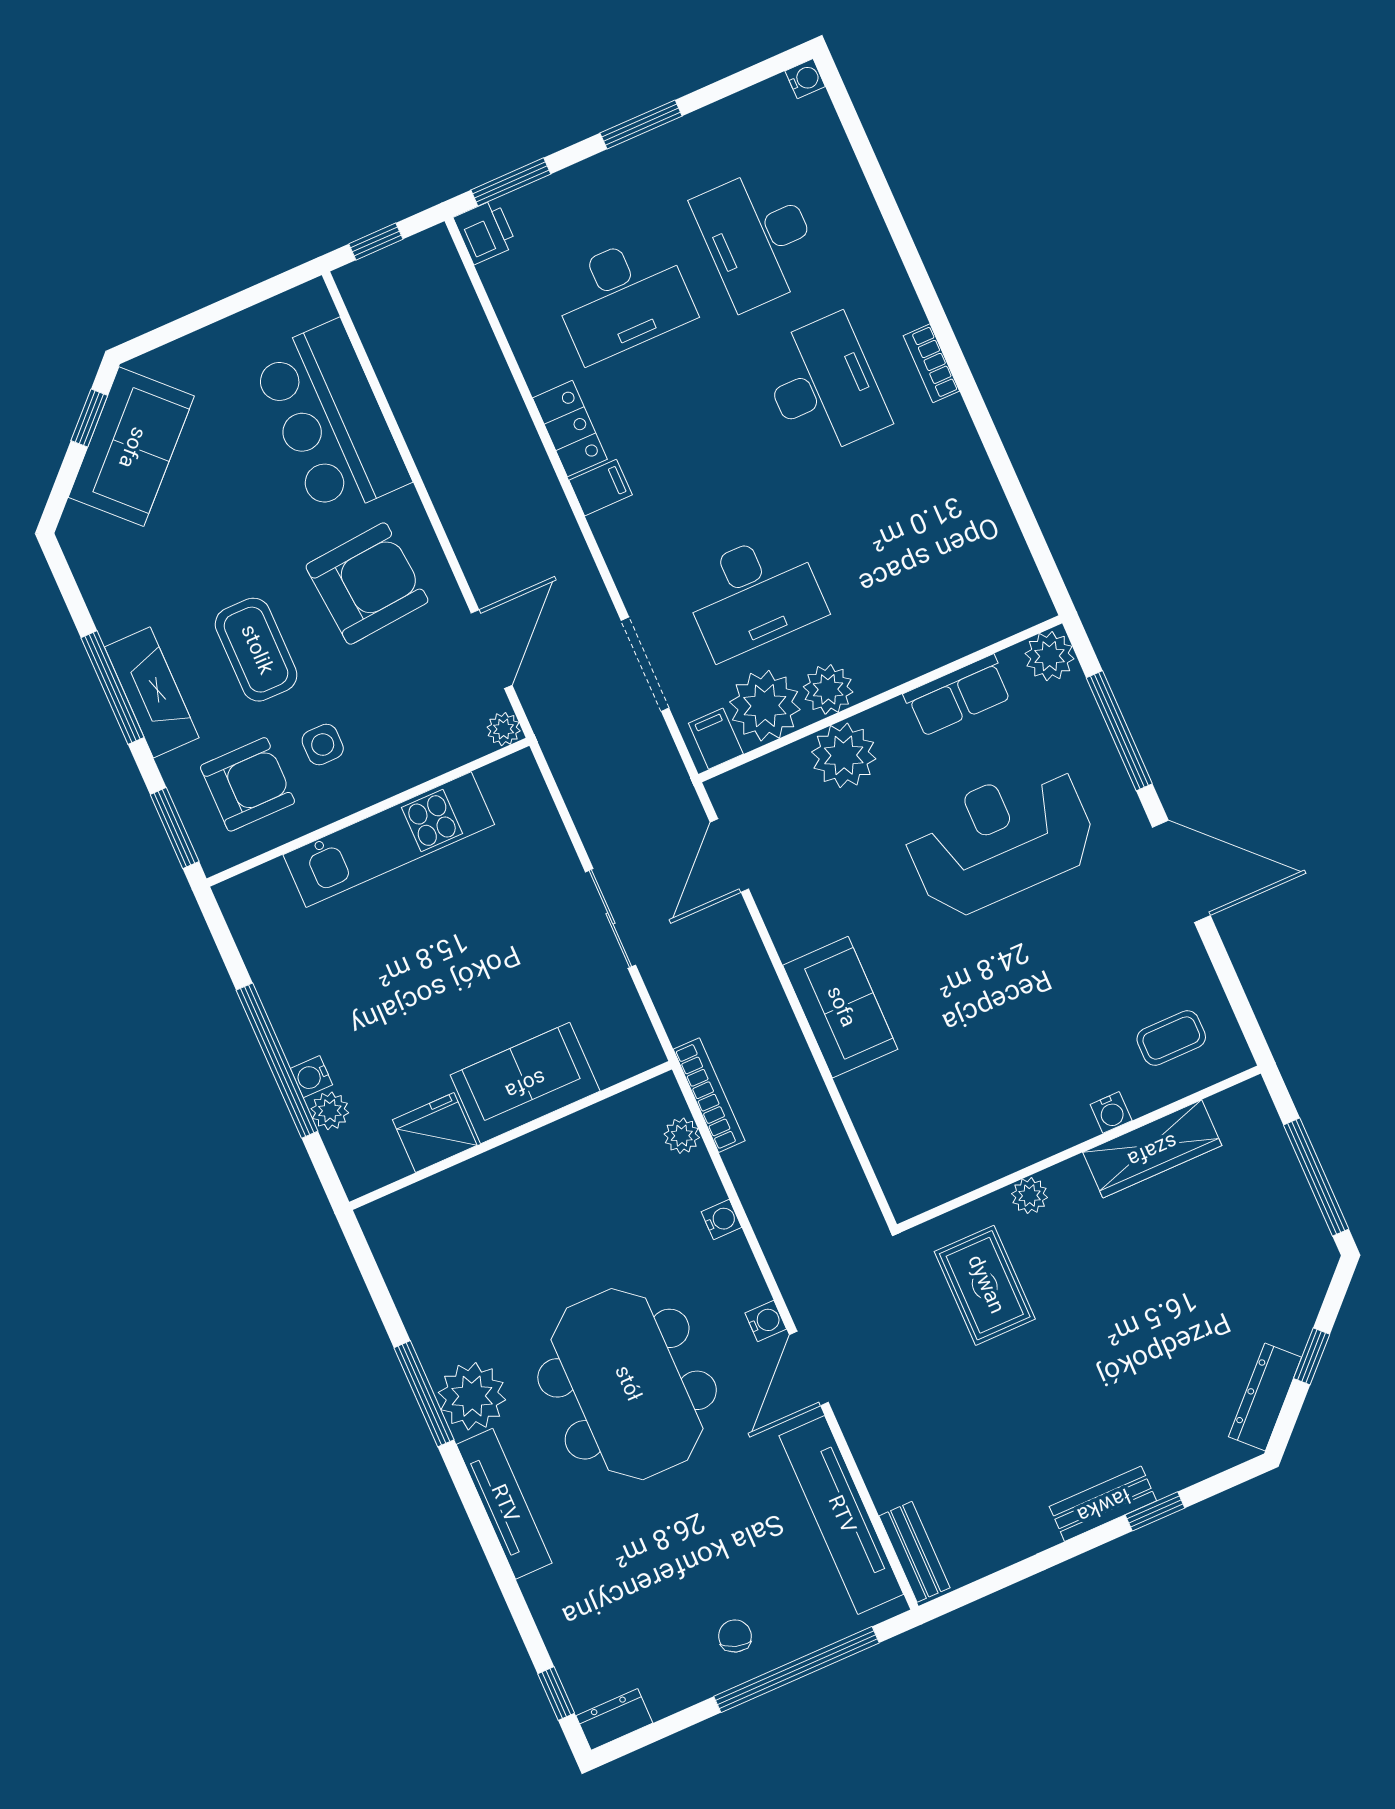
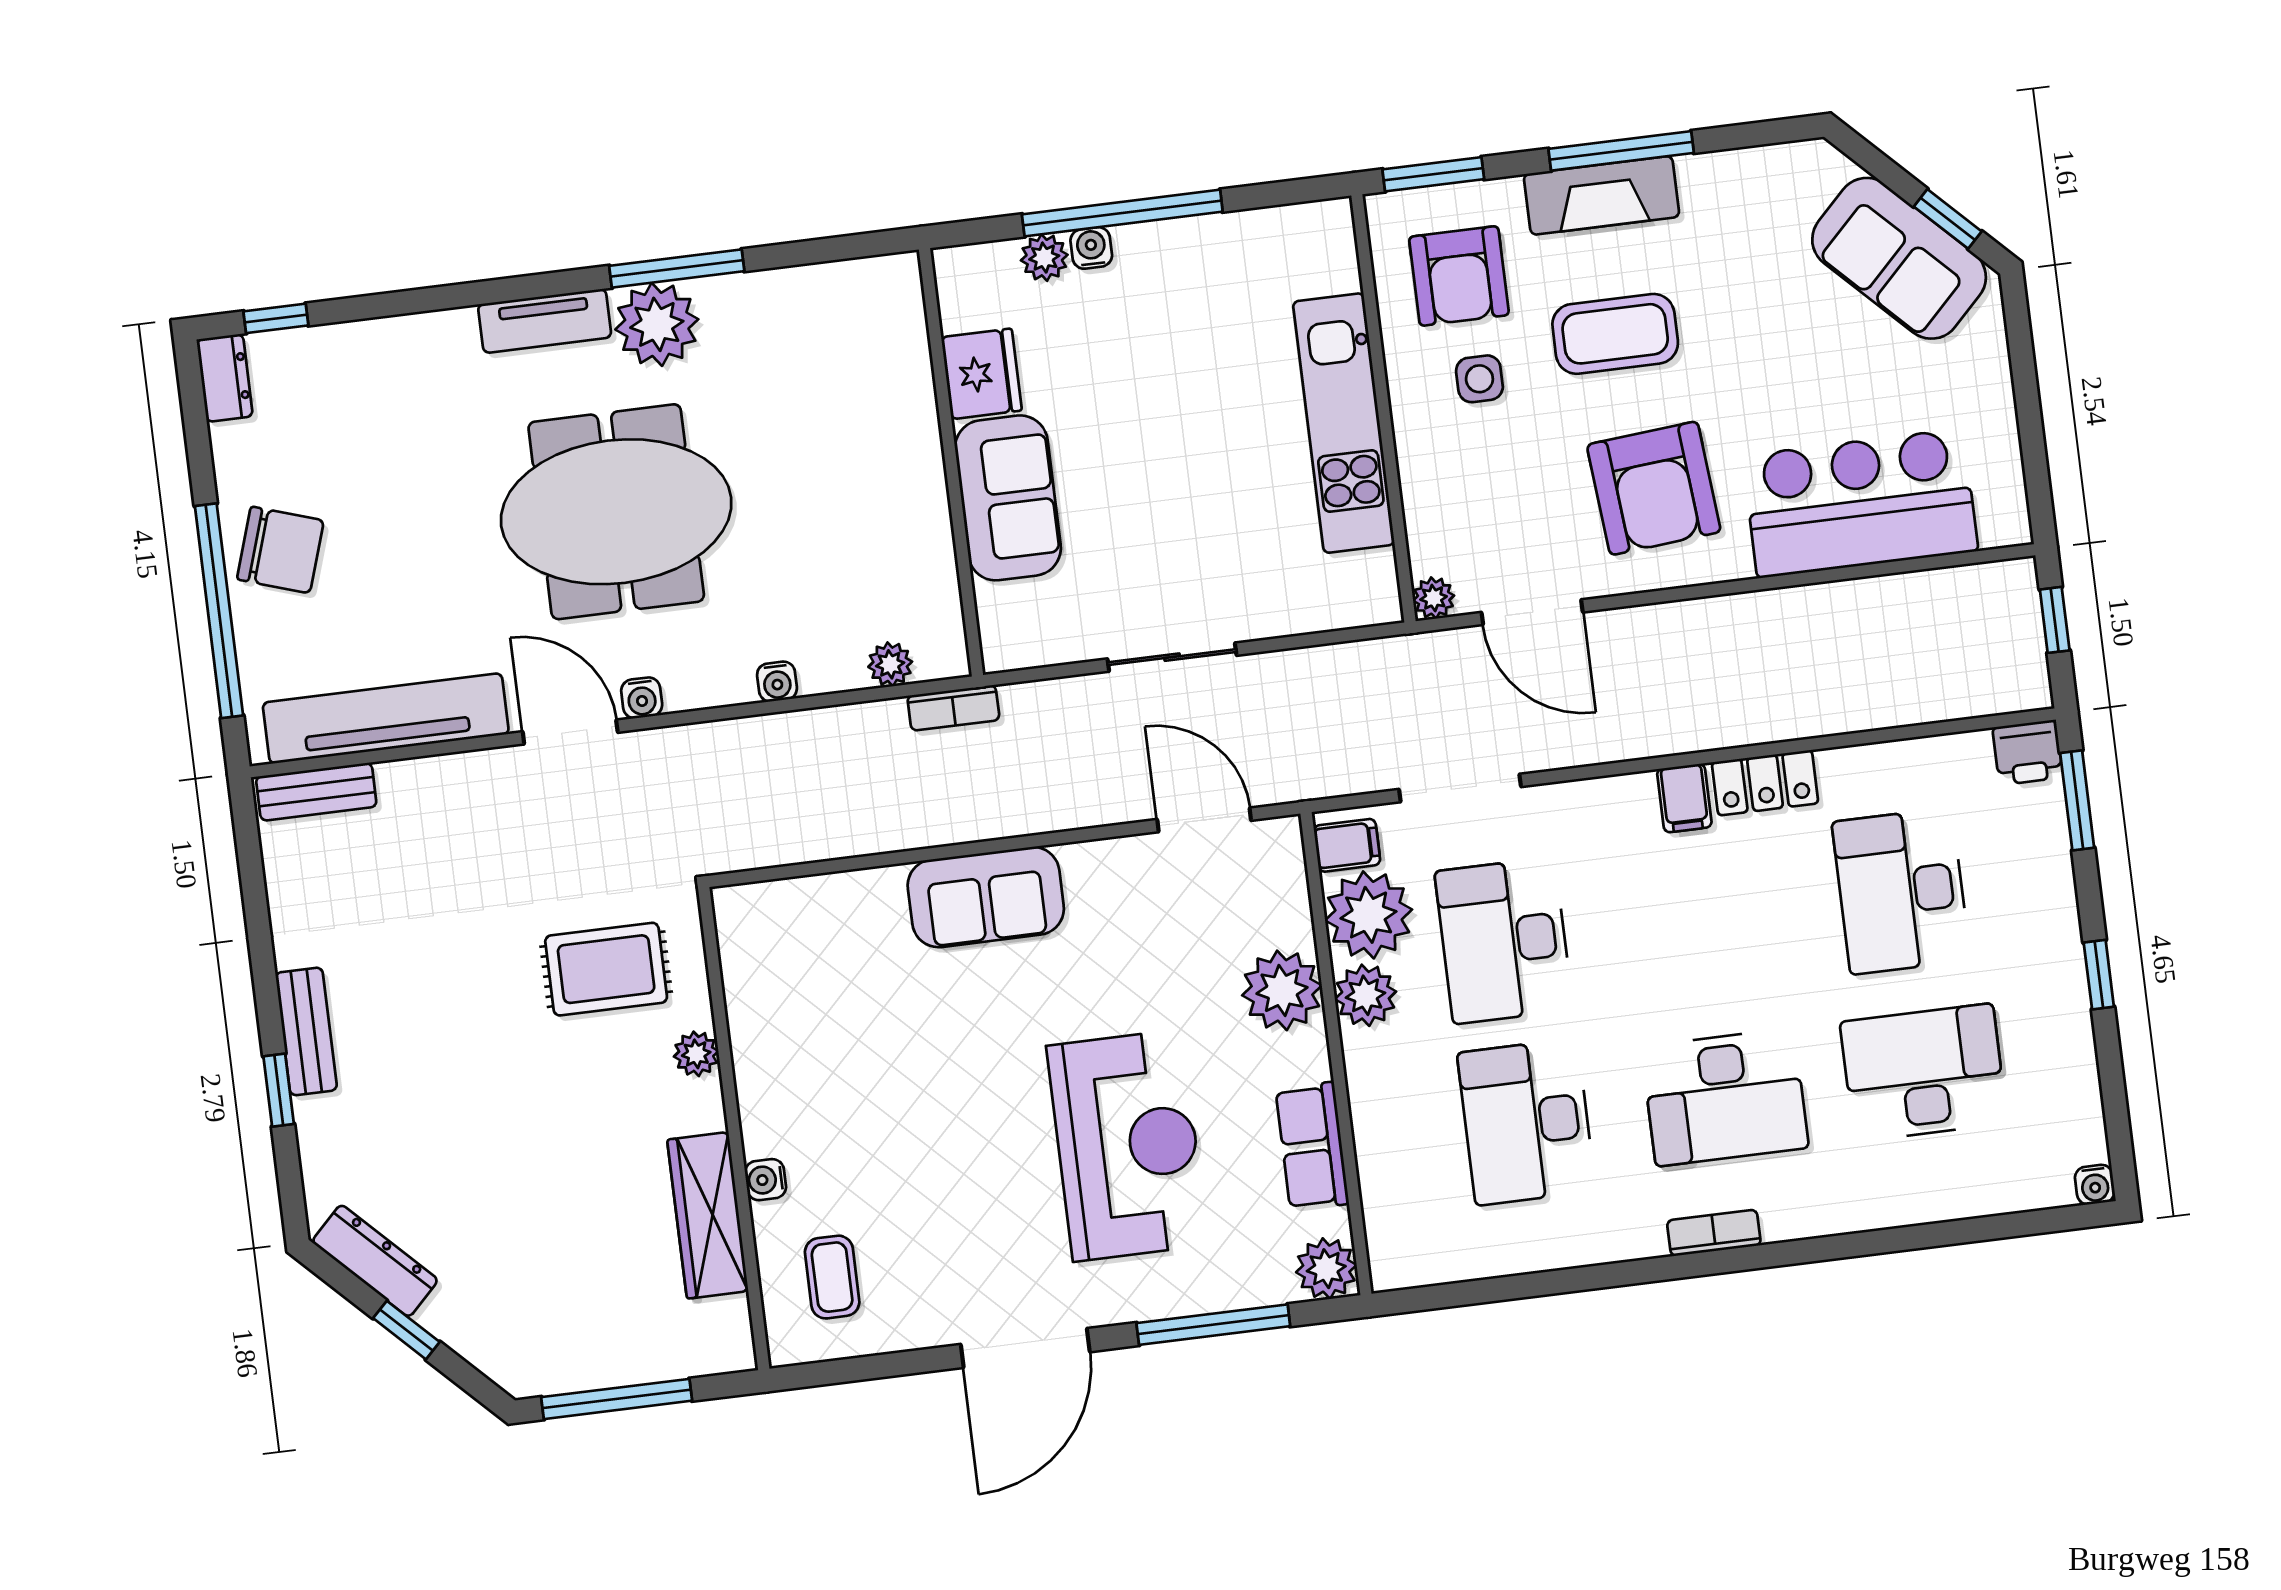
window: (641, 124) -> (2099, 975), width x0.67
desk: (889, 535) -> (1526, 1122), added
bookcase: (709, 1095) -> (953, 708), width x0.64
tv unit: (504, 1504) -> (545, 321), width x0.71
chair: (735, 1636) -> (280, 550), width x1.87, depth x1.87

